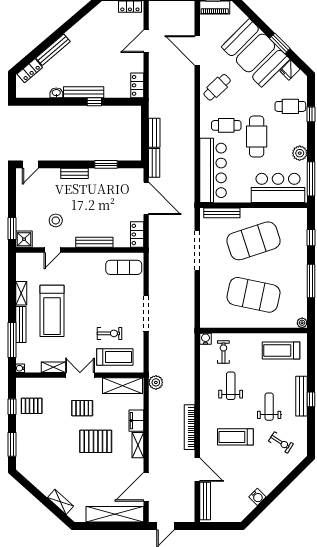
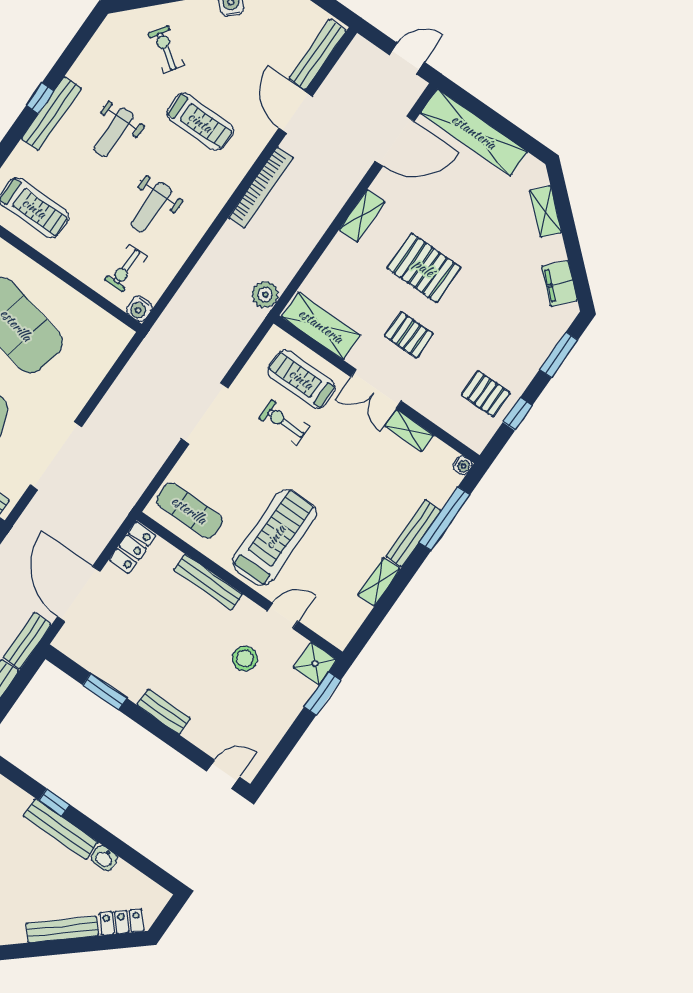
treadmill: (52, 311) -> (275, 537), moved
filing cabinet: (136, 421) -> (559, 283), moved, turned 132
exercise bike: (281, 442) -> (166, 49), moved

